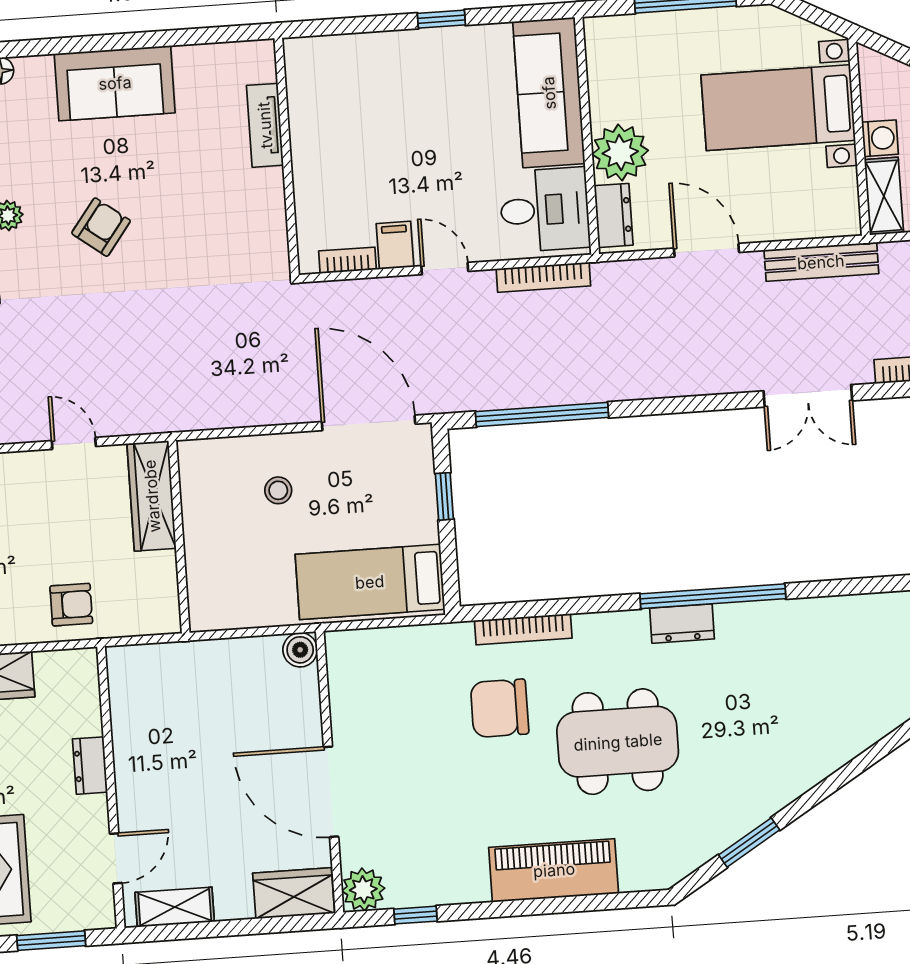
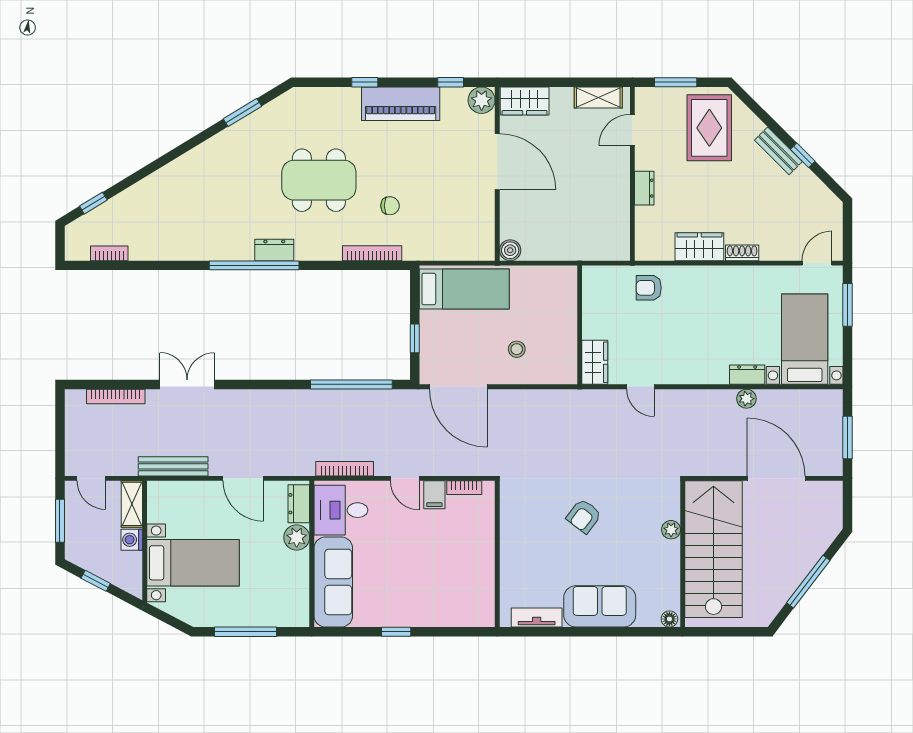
tv unit: (265, 125) -> (537, 617), moved, turned -90
plant: (620, 152) -> (297, 537), width x0.73, depth x0.73
armchair: (101, 227) -> (584, 516), moved
wardrobe: (152, 496) -> (595, 362), width x0.67
chair: (500, 708) -> (390, 206), width x0.54, depth x0.54
piano: (554, 870) -> (401, 104), moved
window: (554, 905) -> (365, 82), added

